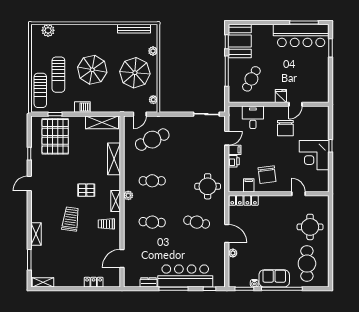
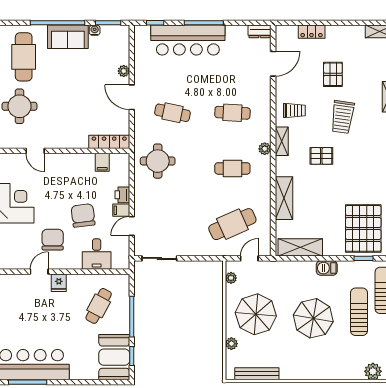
chair: (267, 175) -> (83, 215), moved
pallet: (78, 251) -> (333, 74), added
dresser: (148, 282) -> (260, 31), moved

